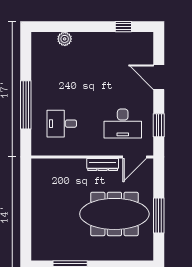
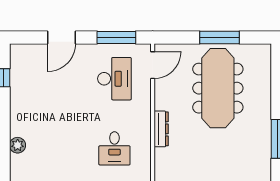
window: (159, 125) -> (116, 37), width x1.44
door: (135, 157) -> (153, 65), hinge flipped
dresser: (103, 164) -> (161, 129), moved

